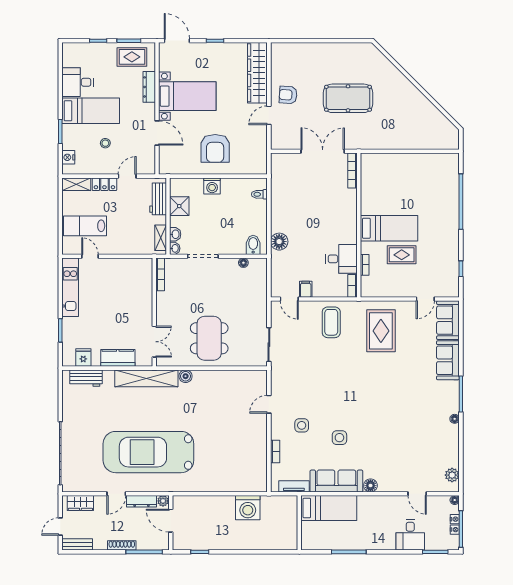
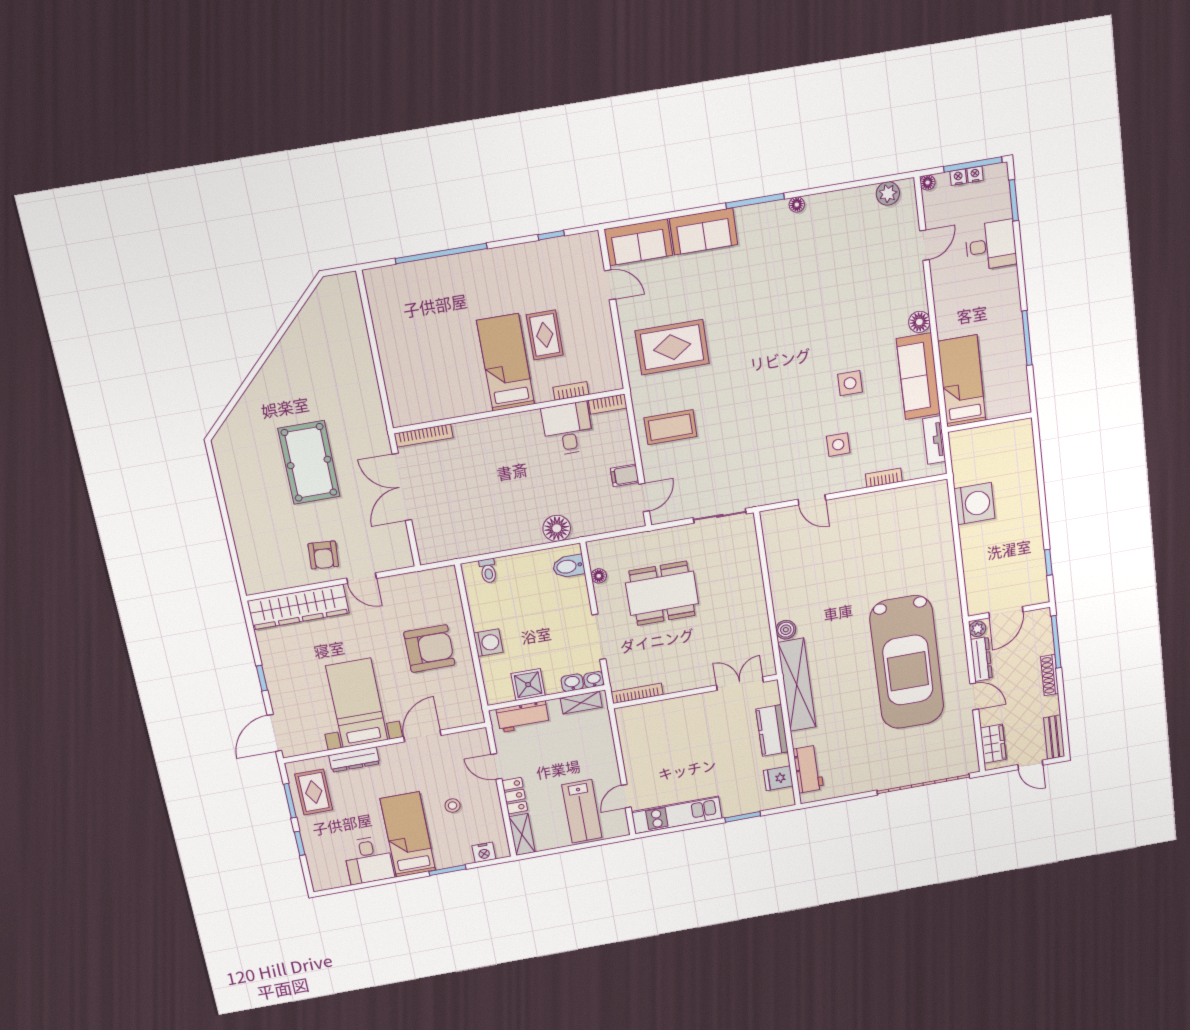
dining table: (209, 338) -> (662, 593), moved

